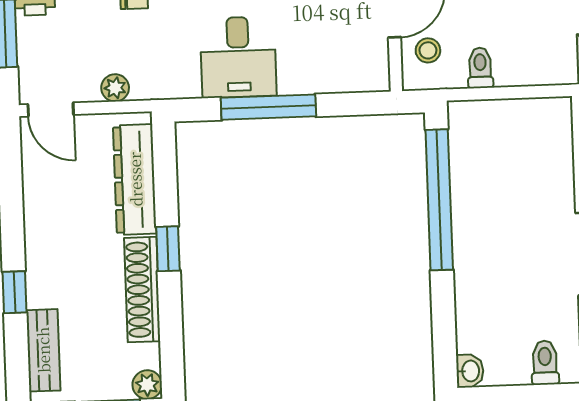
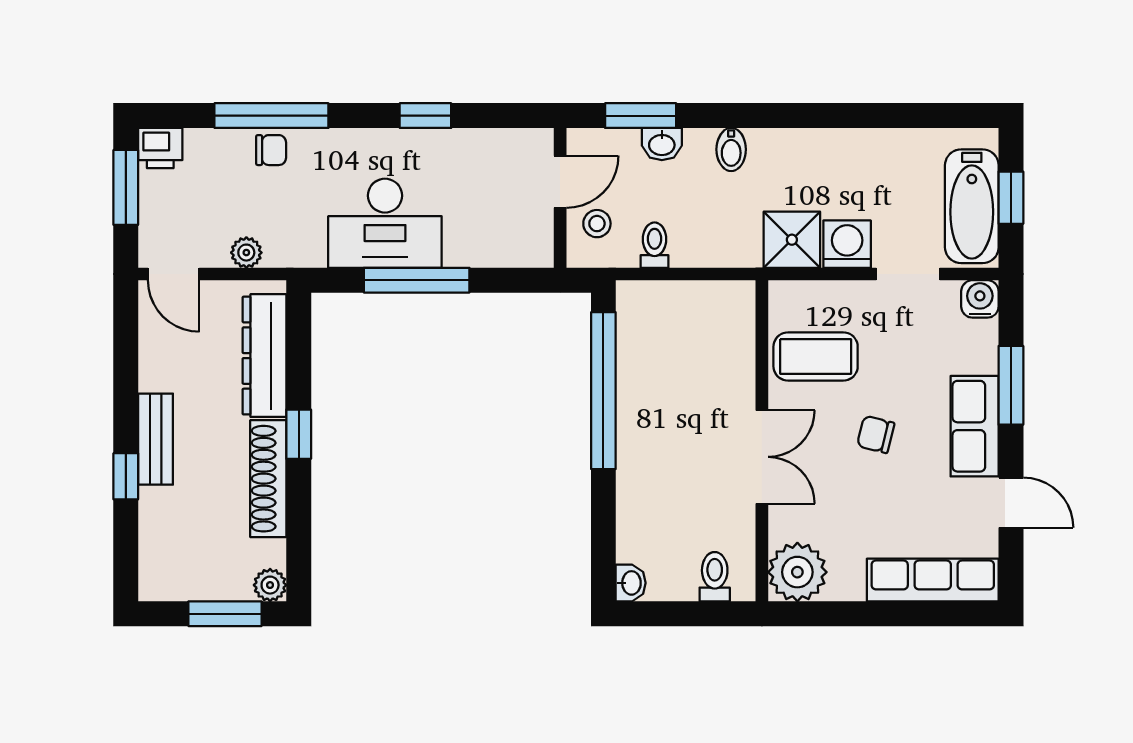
desk: (238, 57) -> (385, 223), width x1.37
bench: (43, 350) -> (156, 439), moved

